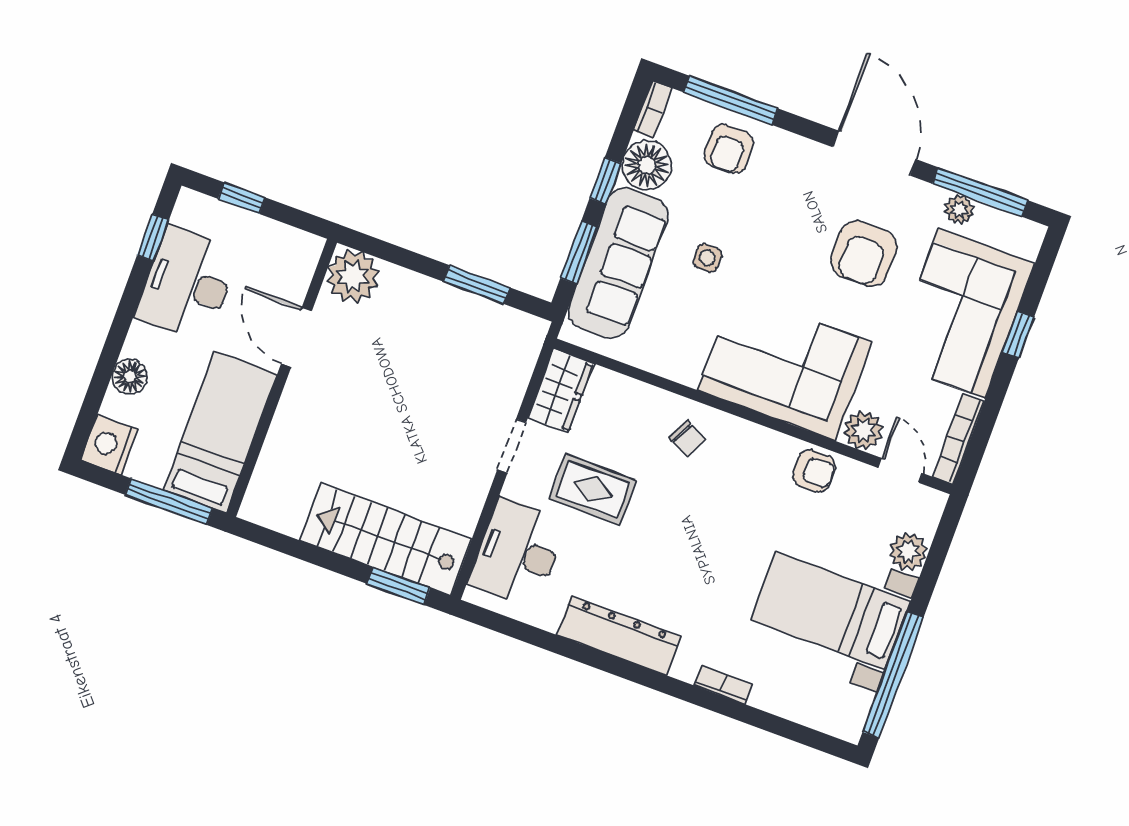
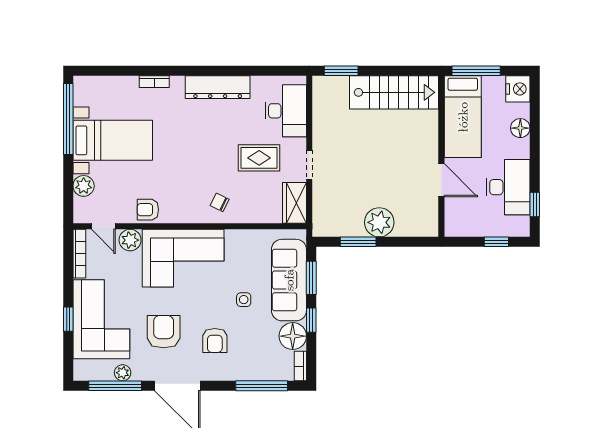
armchair: (729, 149) -> (215, 340), moved, turned 180
plant: (353, 277) -> (379, 222), moved
stairs: (386, 540) -> (394, 92), moved

